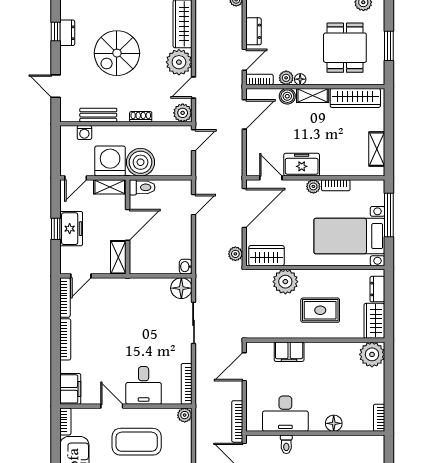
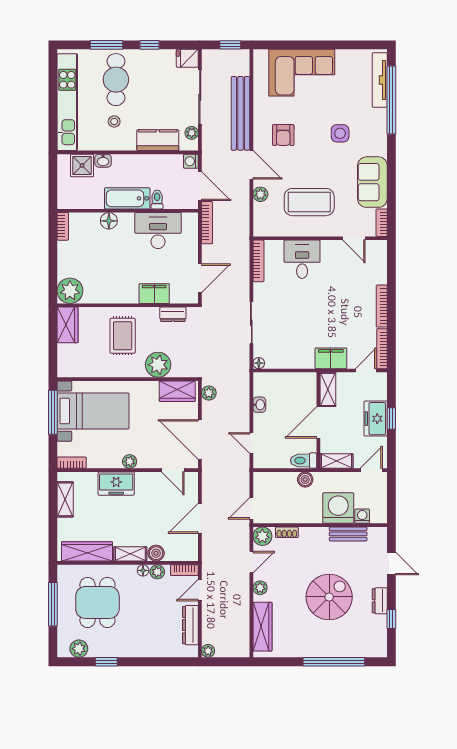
dresser: (254, 31) -> (190, 625), width x1.44
dresser: (67, 33) -> (380, 601), moved
window: (389, 46) -> (53, 604), width x1.44
plant: (179, 62) -> (260, 588), width x0.53, depth x0.53
door: (244, 114) -> (200, 518), moved
shoe rack: (141, 117) -> (287, 532), moved
washing machine: (110, 161) -> (338, 508), moved, turned 180
boiler: (141, 162) -> (305, 480), width x0.54, depth x0.54
freezer: (302, 165) -> (116, 484), moved
bookcase: (336, 185) -> (72, 463), moved
door: (194, 205) -> (251, 443), hinge flipped
door: (244, 208) -> (200, 440), hinge flipped
window: (389, 215) -> (53, 412), moved
washbasin: (186, 267) -> (259, 405), moved
floor lamp: (181, 288) -> (259, 363), width x0.53, depth x0.53
dresser: (377, 289) -> (173, 314), moved, turned 90
rug: (320, 310) -> (123, 336), turned 90
filing cabinet: (70, 389) -> (331, 358), moved, turned 90
door: (112, 406) -> (354, 238), moved
plant: (185, 415) -> (260, 194), moved
bathtub: (316, 445) -> (127, 198), added

